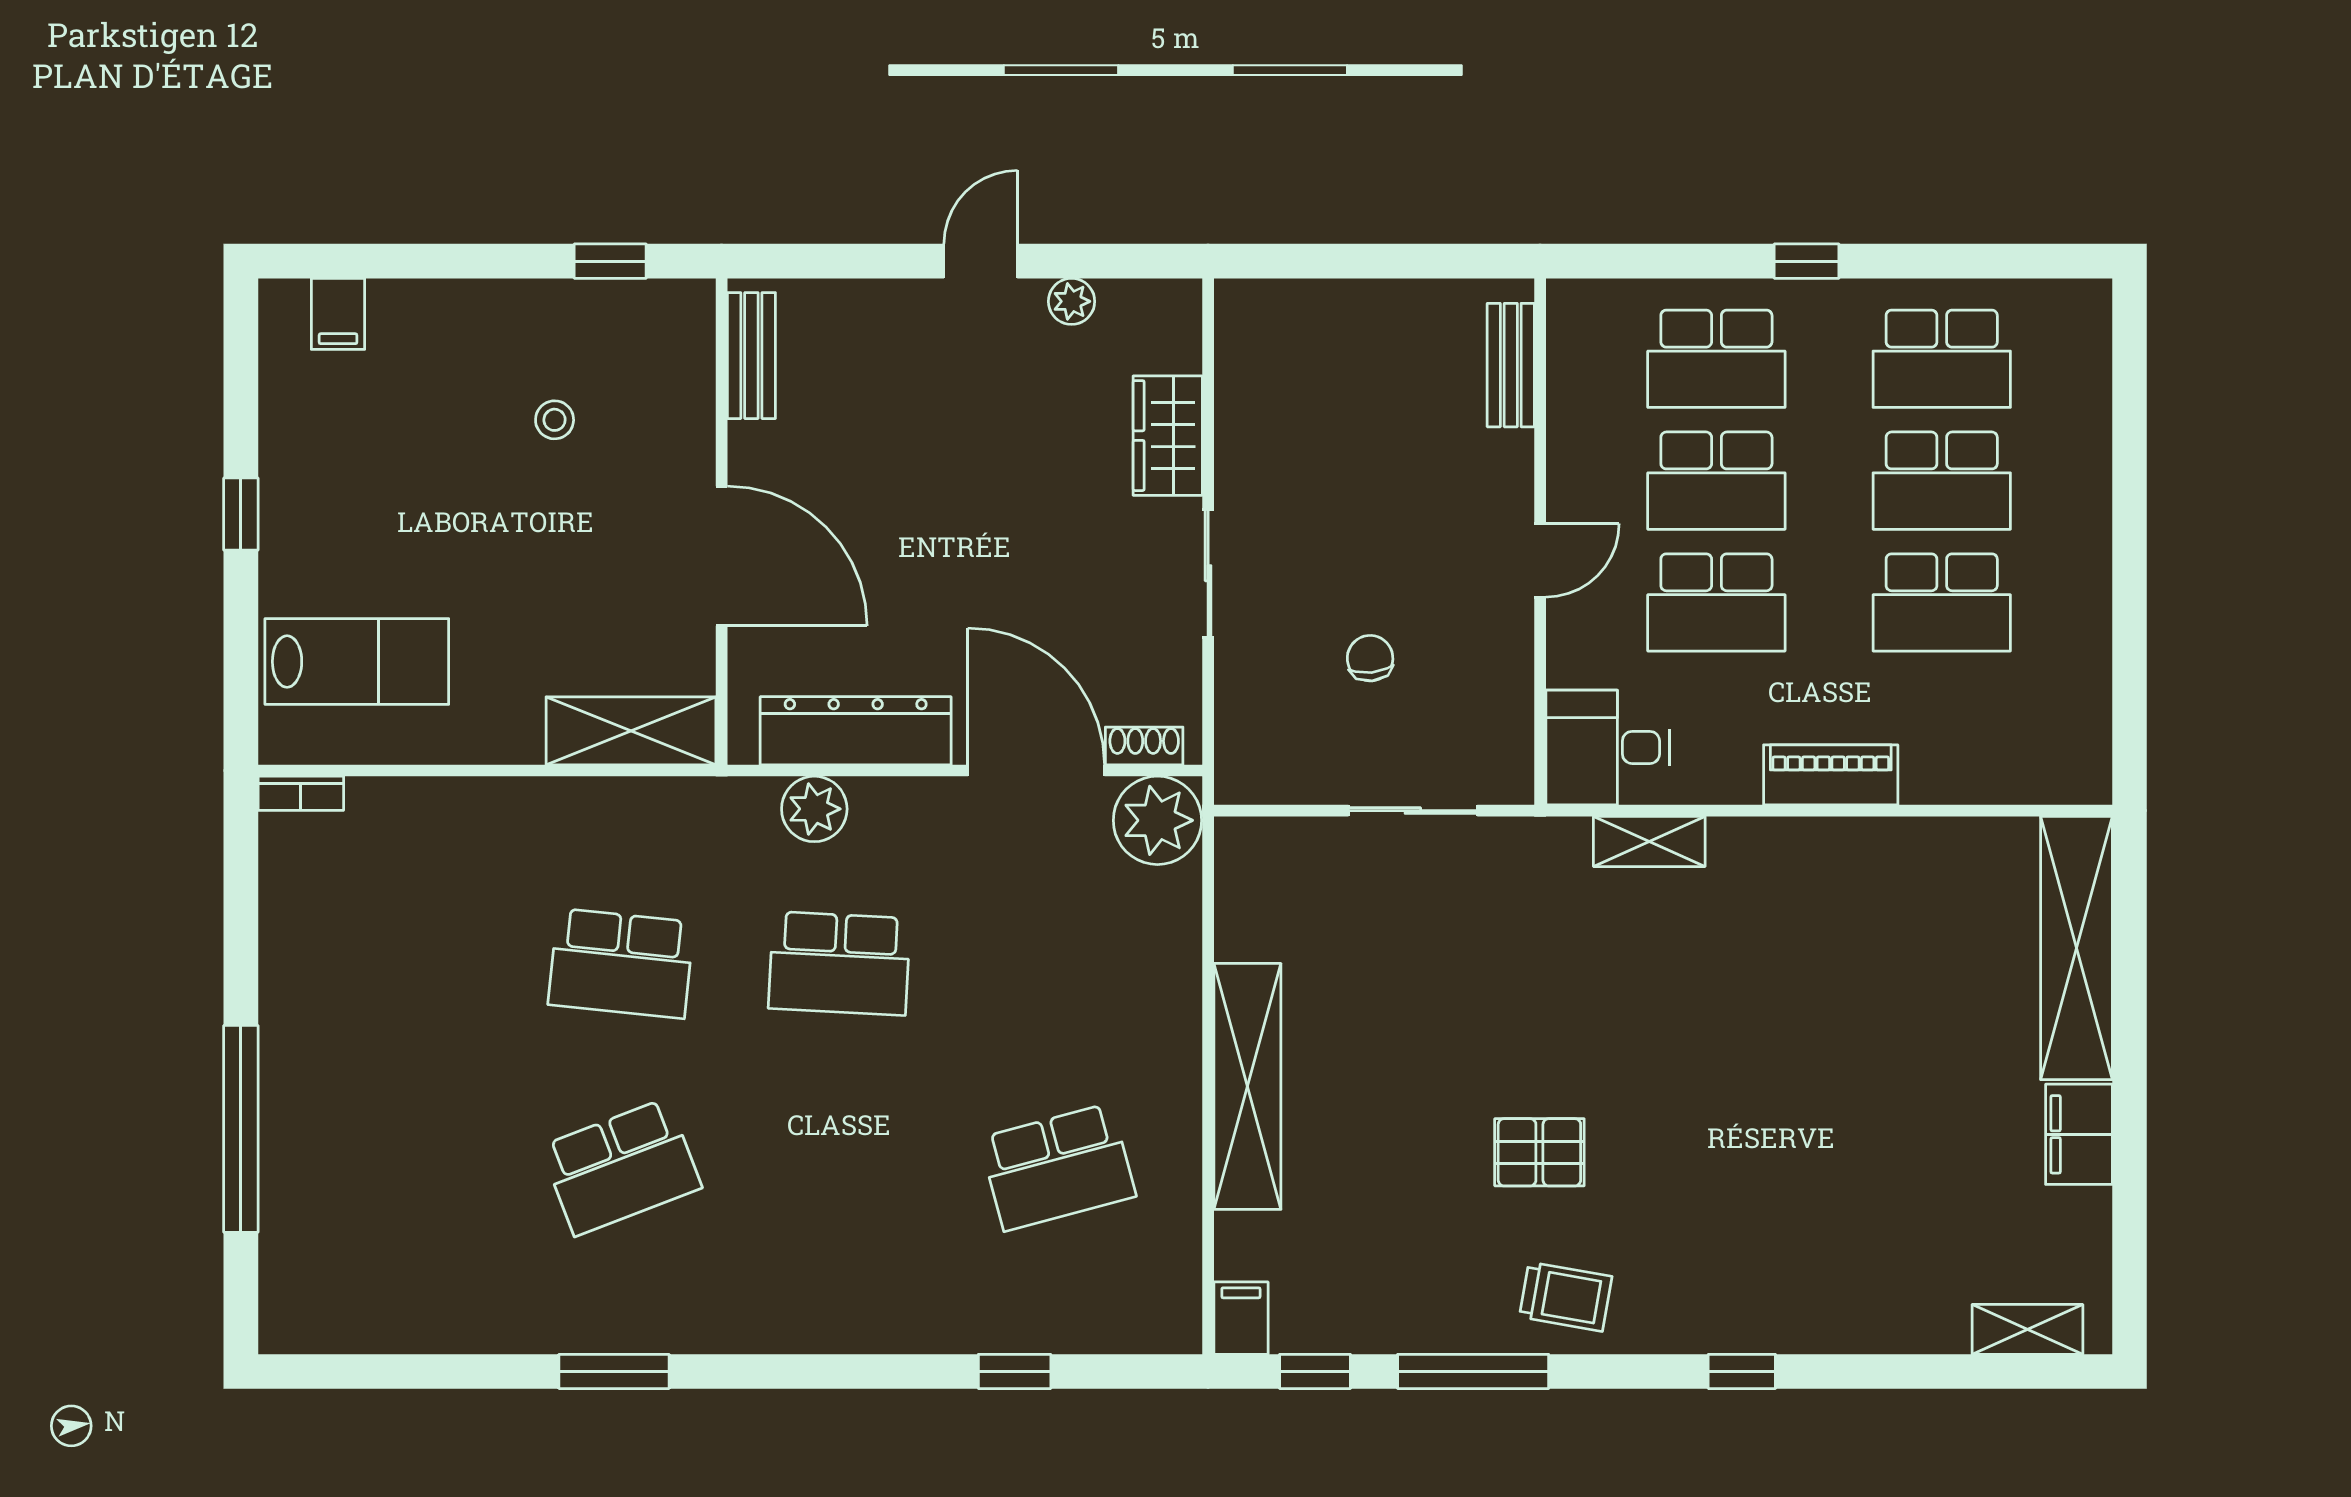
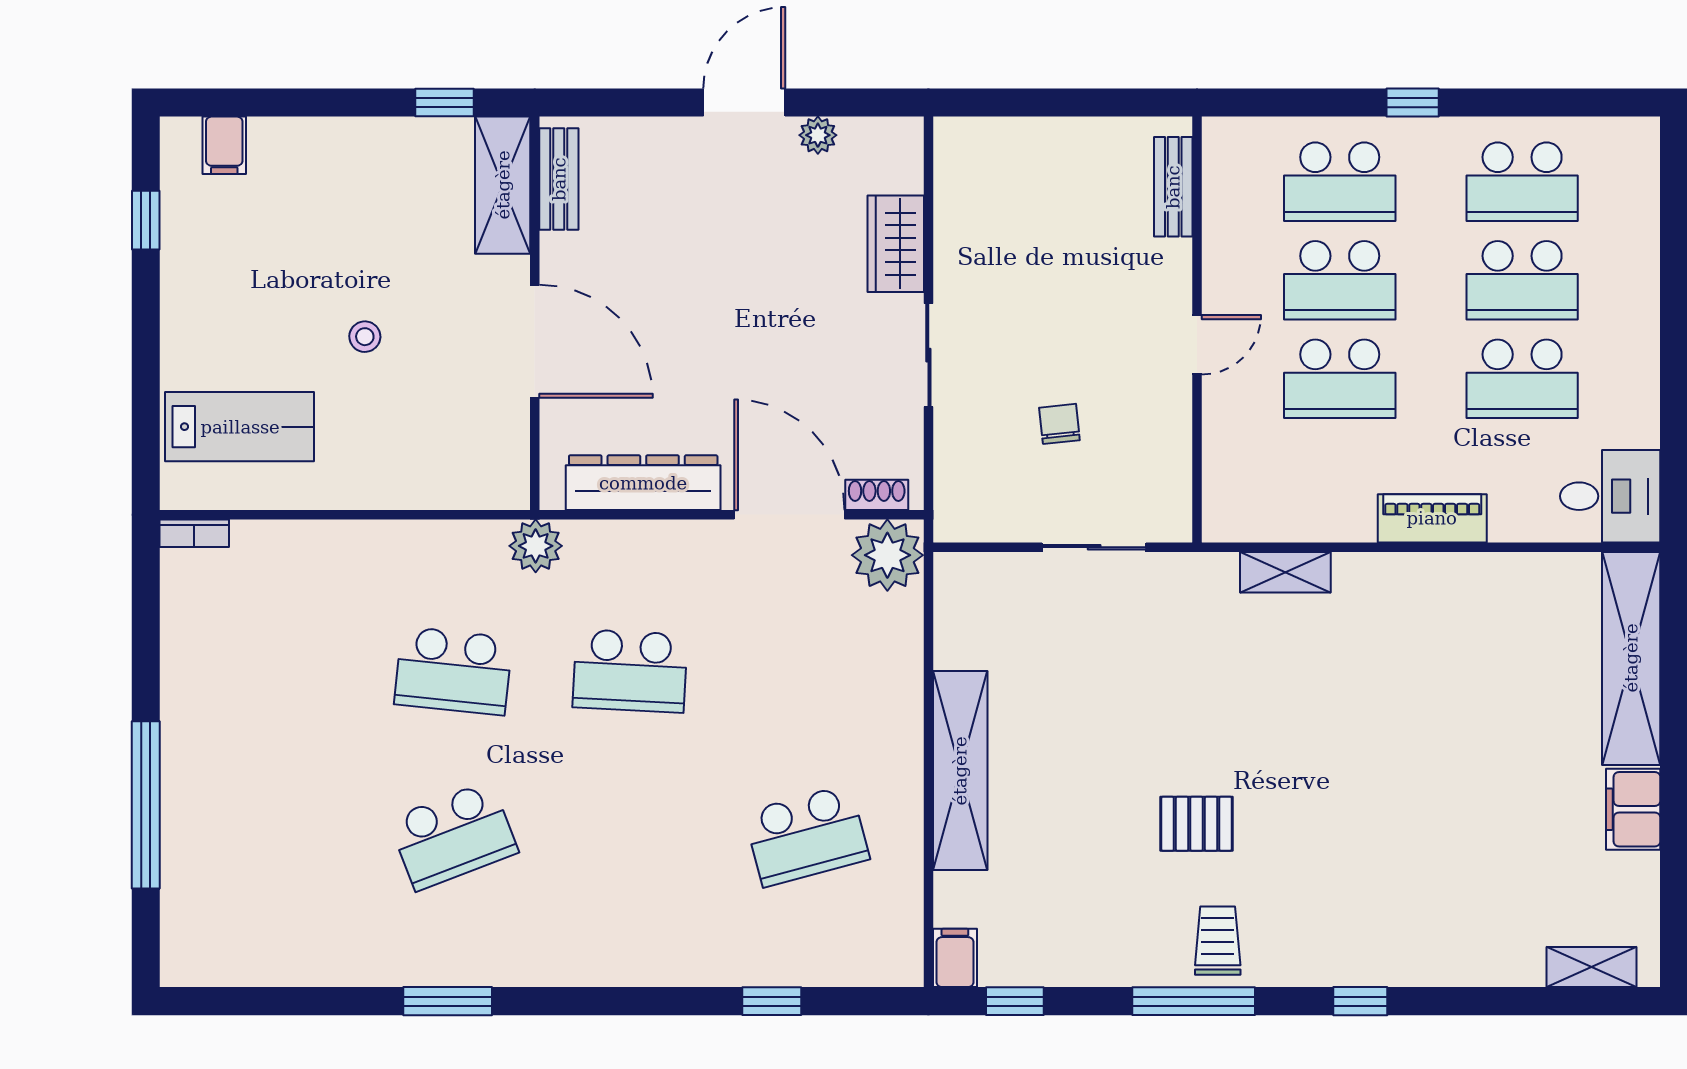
door: (981, 261) -> (744, 103), width x1.38
stool: (555, 420) -> (365, 337), moved
window: (241, 514) -> (146, 220), moved
shelving: (631, 731) -> (503, 185), moved, turned 90
desk: (1608, 747) -> (1610, 496), moved, turned 180
plant: (814, 809) -> (536, 546), moved
trolley: (1566, 1297) -> (1218, 941), turned -100
window: (1473, 1371) -> (1194, 1001), moved

